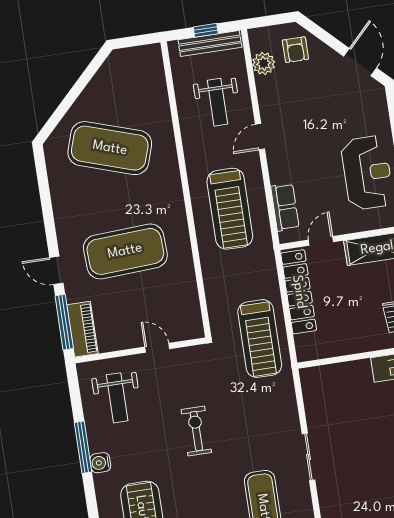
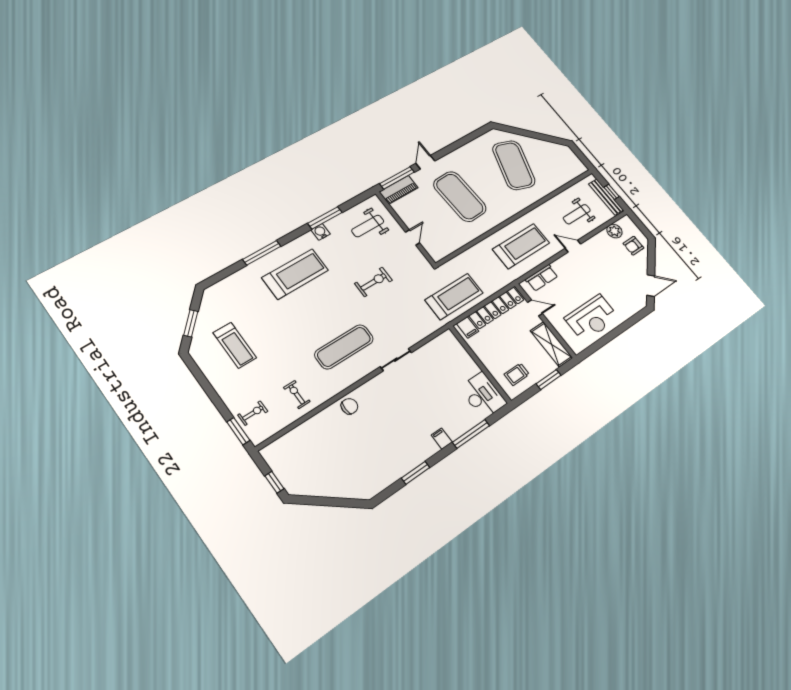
treadmill: (230, 209) -> (521, 246), turned 180
treadmill: (260, 339) -> (454, 296), turned 180
filing cabinet: (308, 344) -> (468, 327), added

